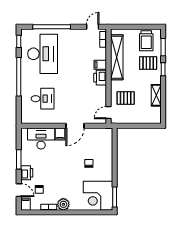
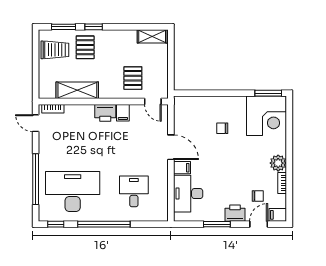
shelving: (117, 57) -> (77, 90), width x0.68
filing cabinet: (100, 65) -> (123, 113), moved
shelving: (156, 95) -> (152, 36), moved

